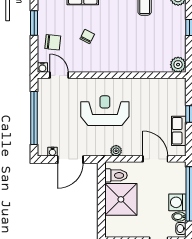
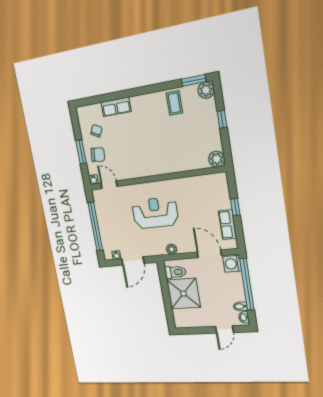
window: (34, 23) -> (81, 152), moved
chair: (87, 36) -> (96, 131), moved
washing machine: (177, 202) -> (232, 264), moved

